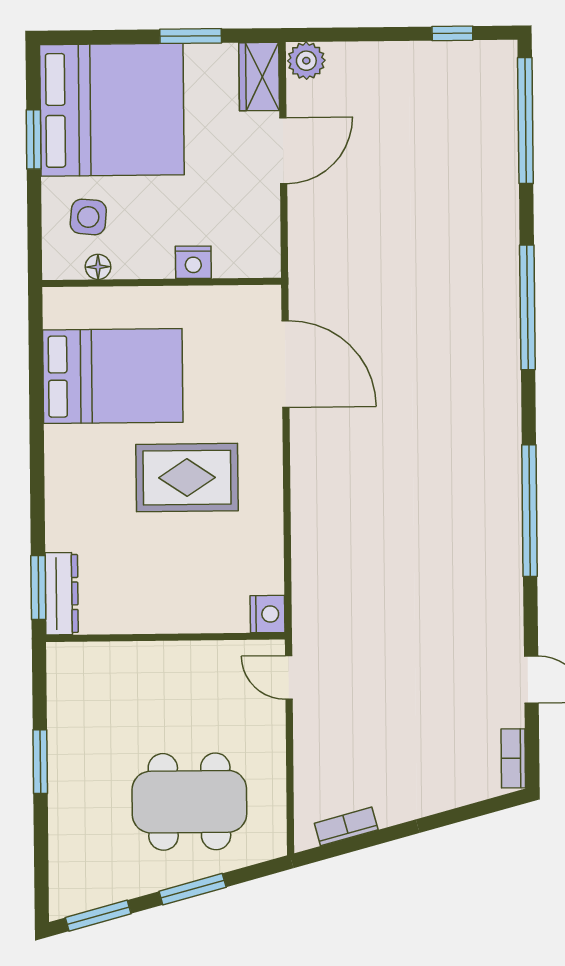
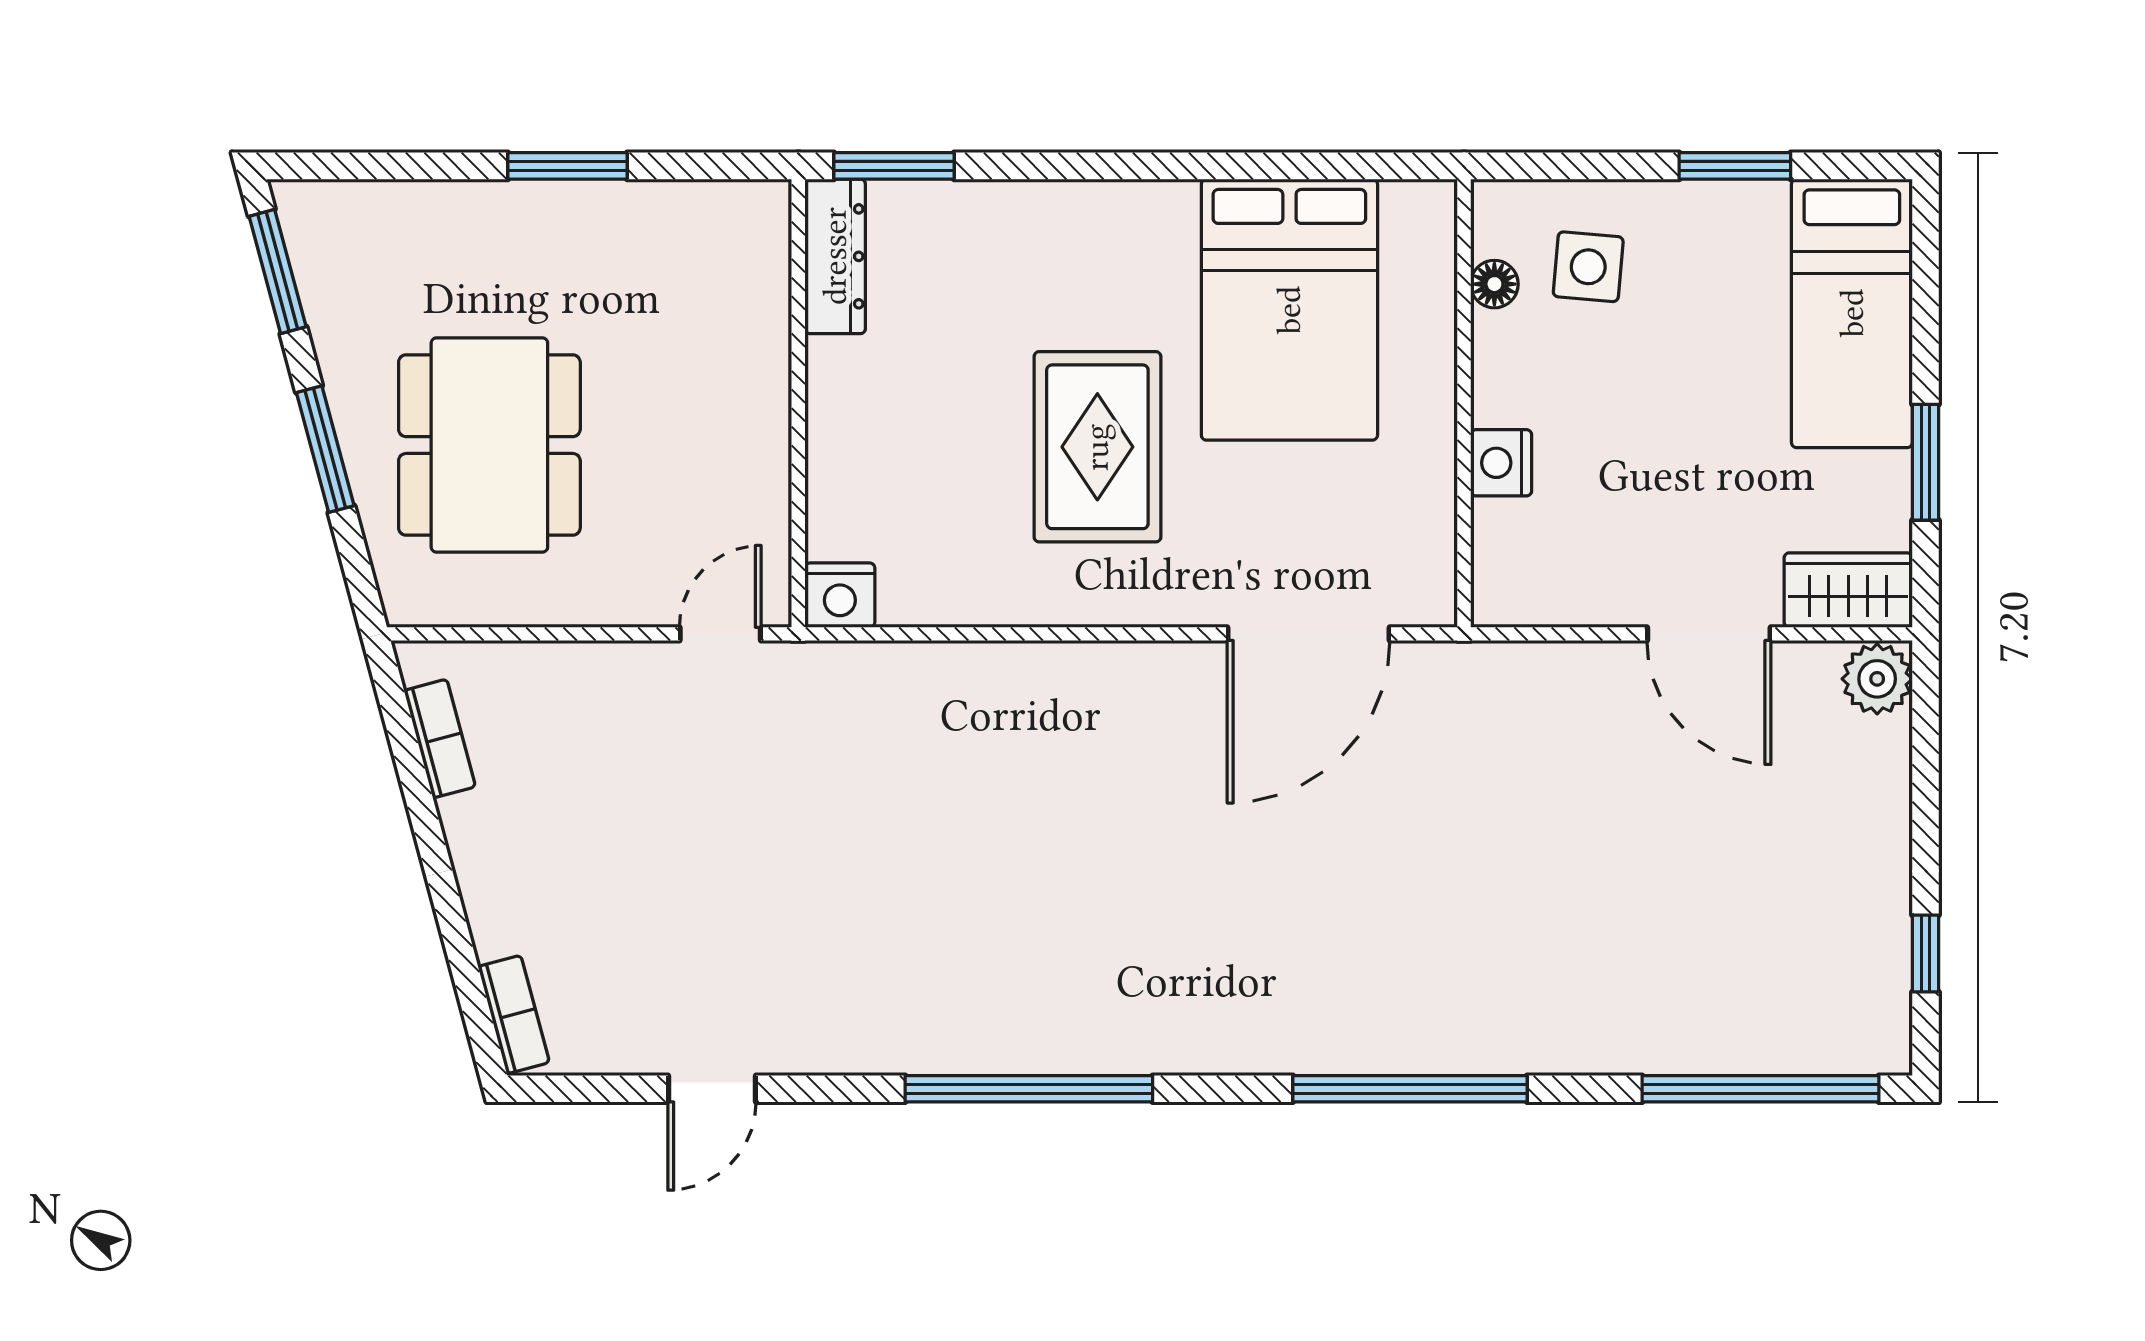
bed: (112, 110) -> (1852, 313), width x0.49
dresser: (62, 594) -> (835, 256), moved, turned -90
bookcase: (513, 758) -> (514, 1015), moved, turned 75

